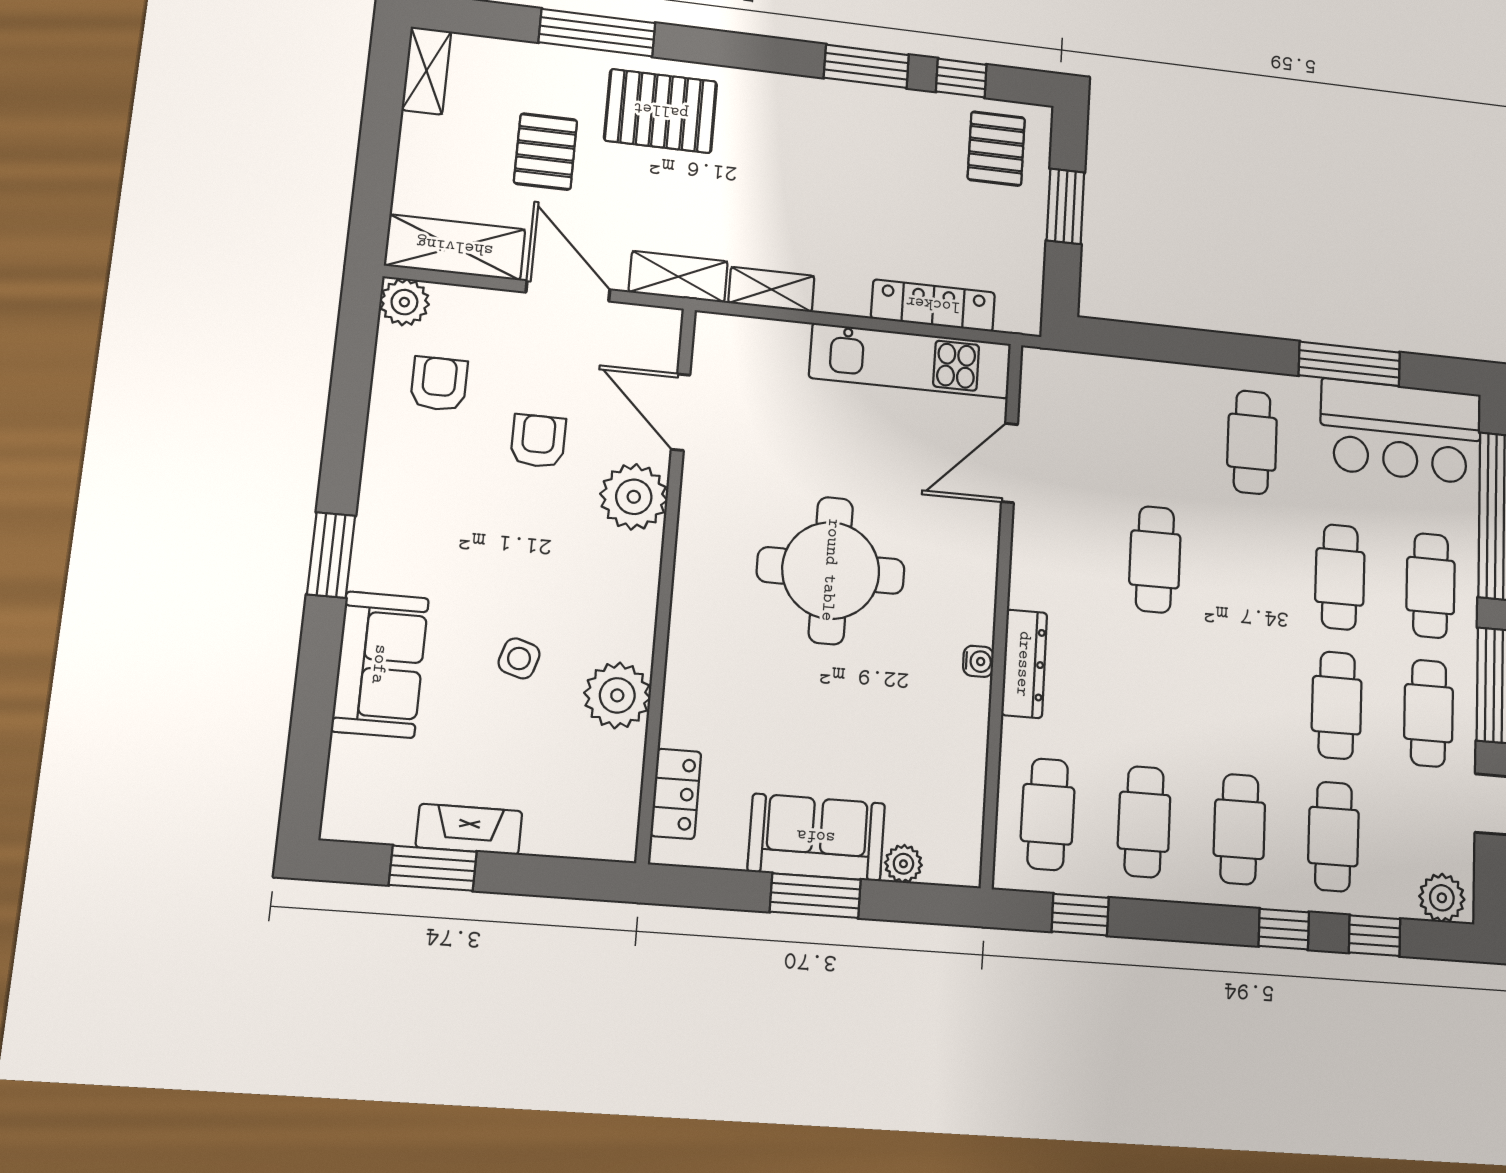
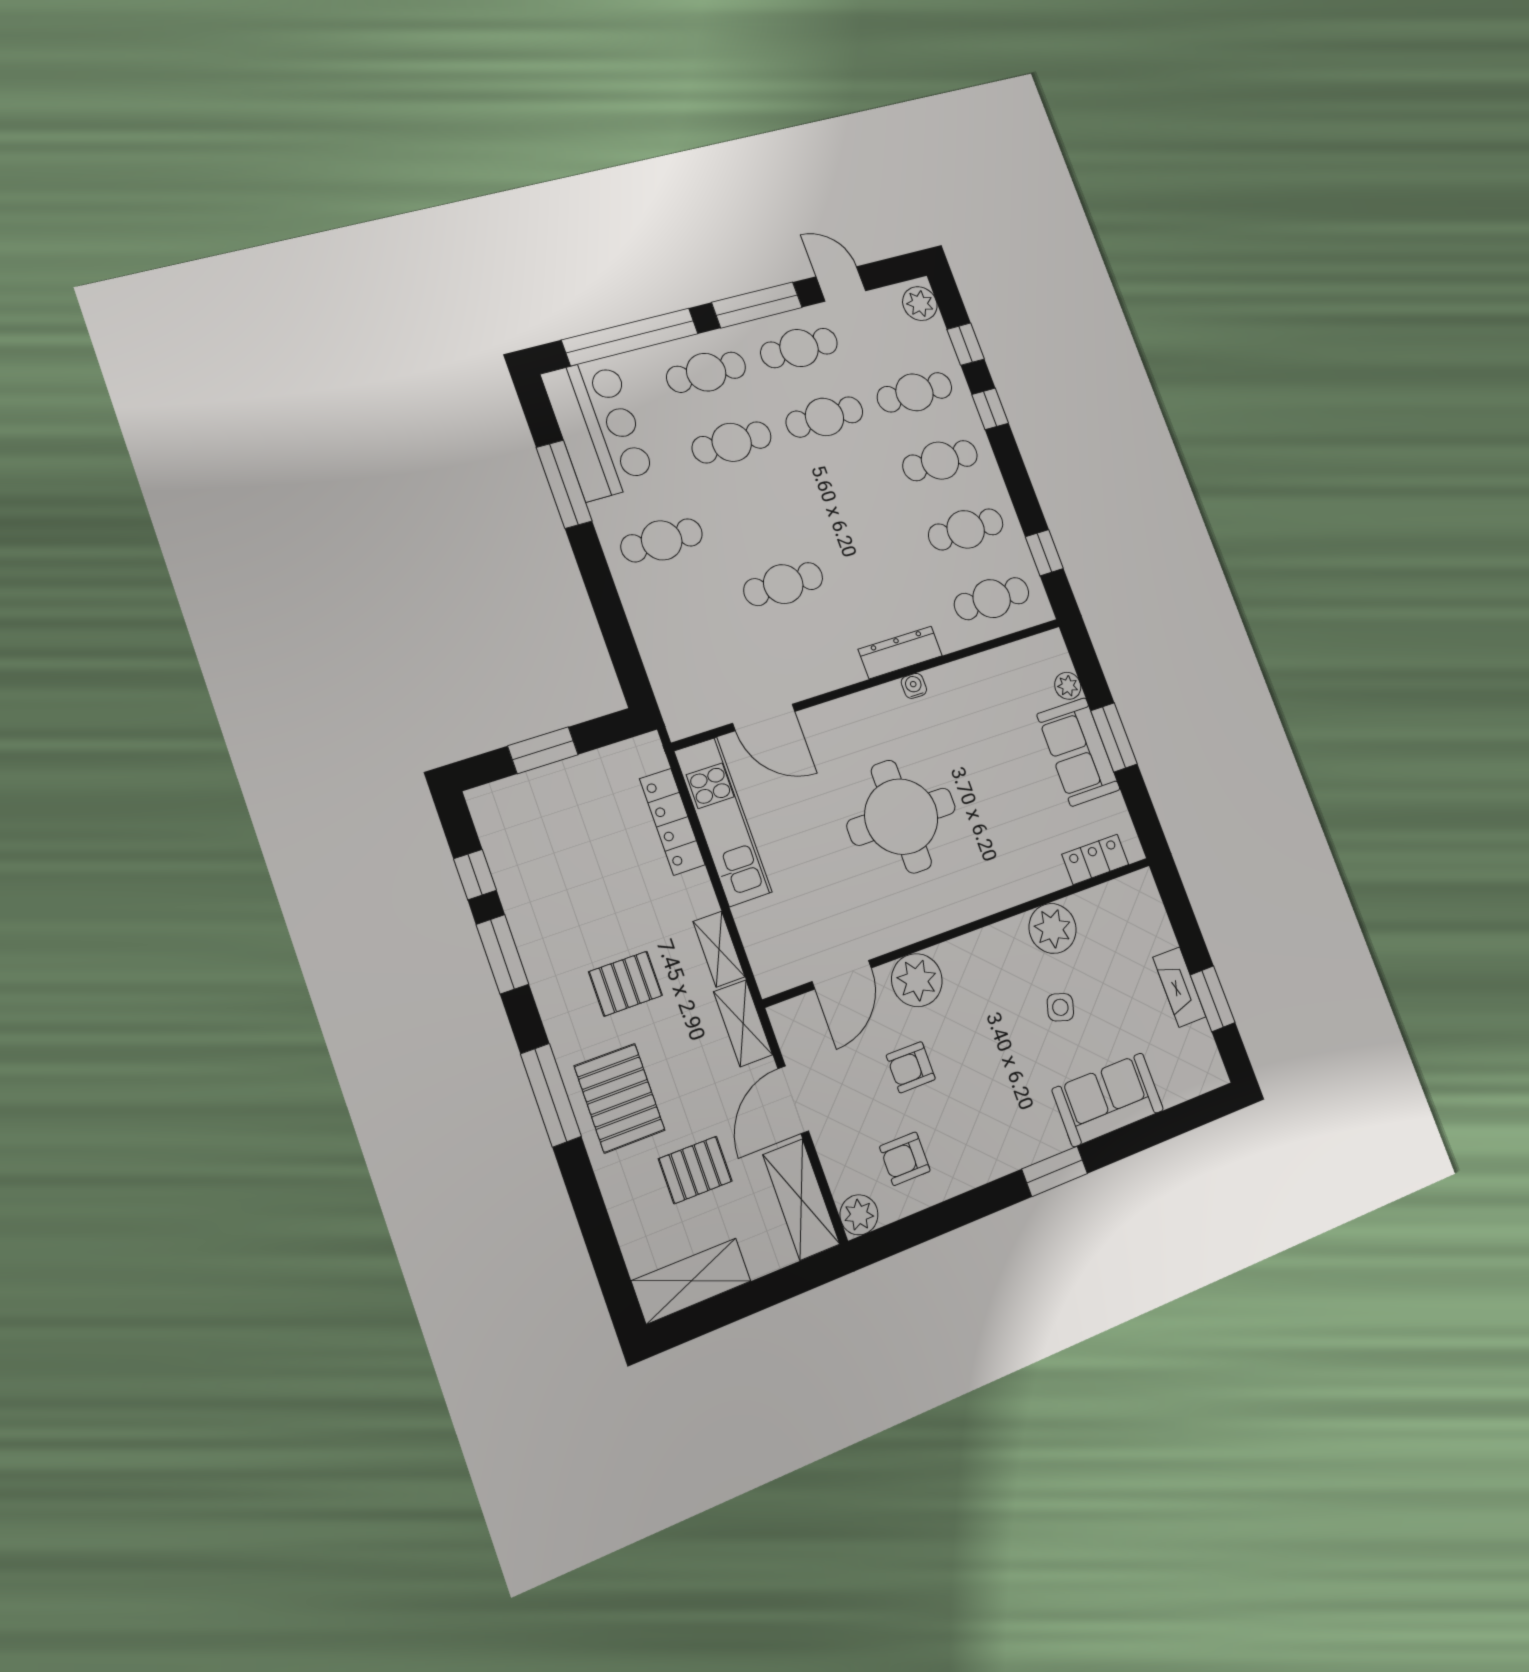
window: (597, 33) -> (551, 1095), moved
shelving: (426, 71) -> (691, 1281), width x1.50, depth x1.33
pallet: (996, 149) -> (626, 984), moved

